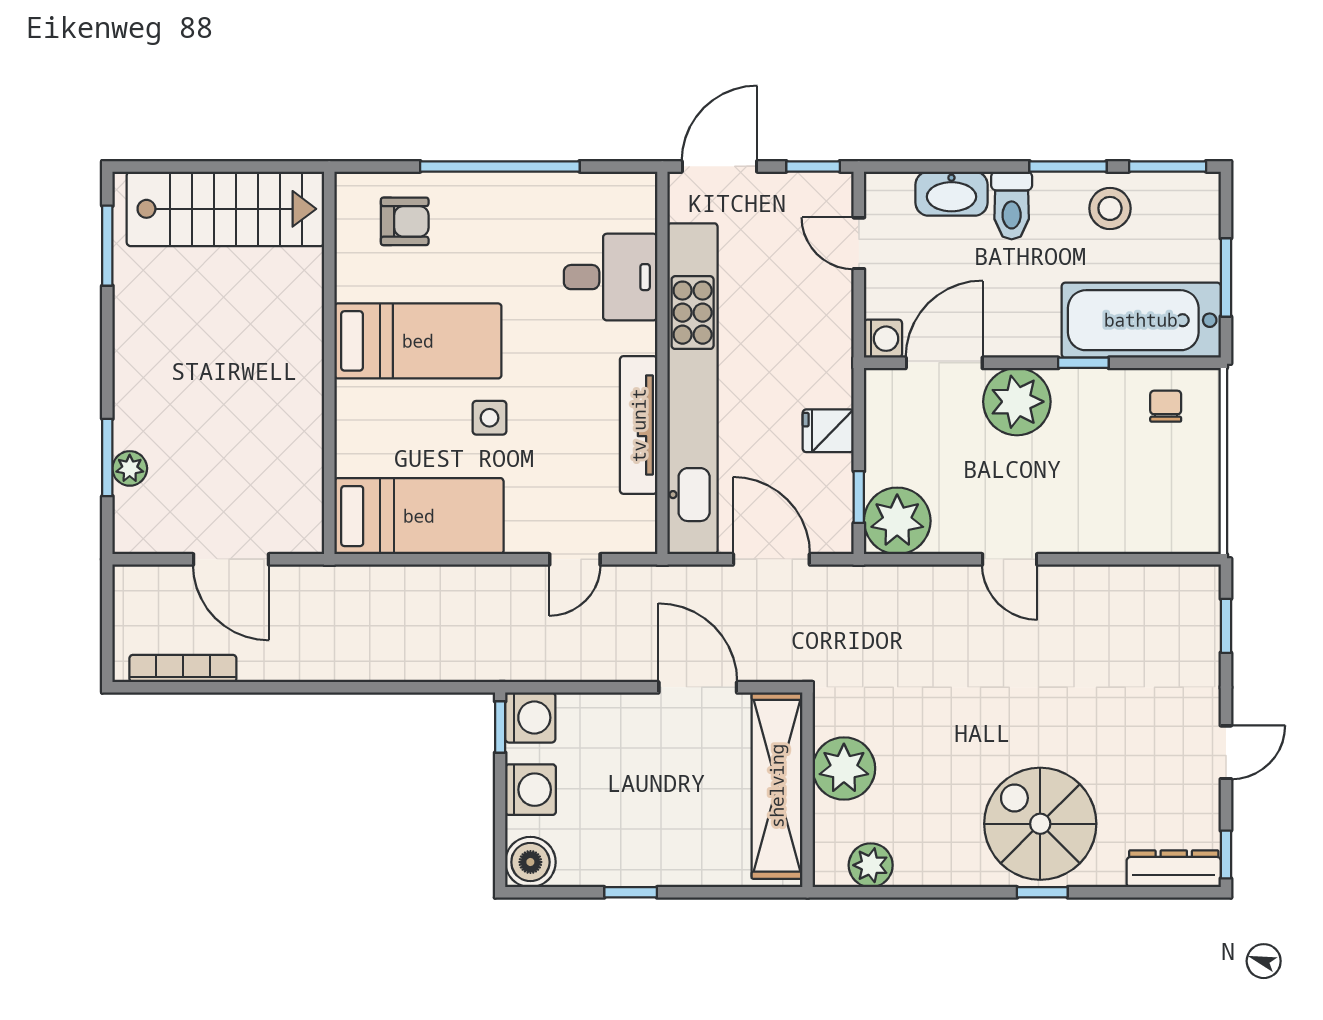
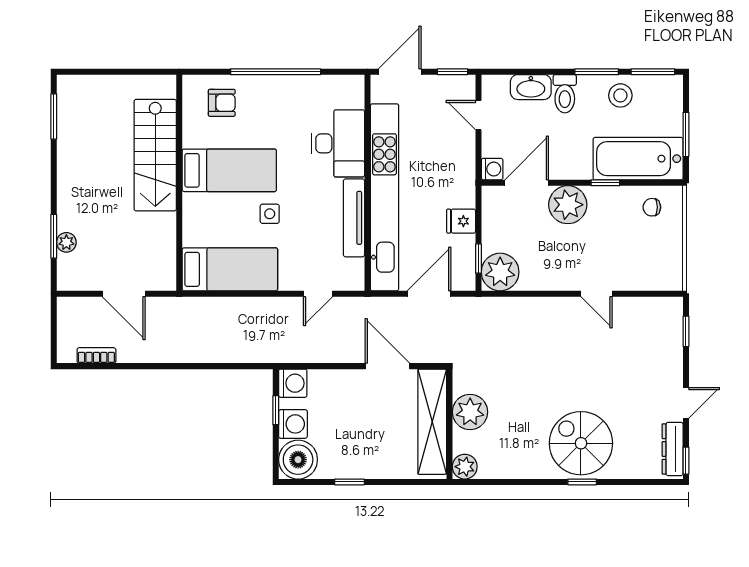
stairs: (225, 209) -> (155, 155), moved, turned 90
desk: (611, 277) -> (338, 143), width x1.37
chair: (1166, 406) -> (652, 207), turned -90
door: (771, 559) -> (429, 294), hinge flipped
door: (1010, 559) -> (596, 294), moved
bookcase: (183, 669) -> (96, 355), width x0.64
window: (500, 727) -> (276, 410), moved
boiler: (530, 862) -> (298, 460), width x1.37, depth x1.37
plant: (871, 865) -> (465, 467), moved
dresser: (1174, 869) -> (673, 449), moved, turned -90

